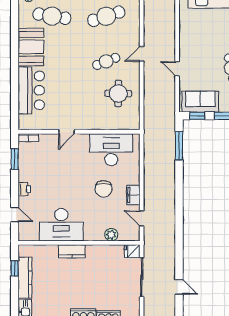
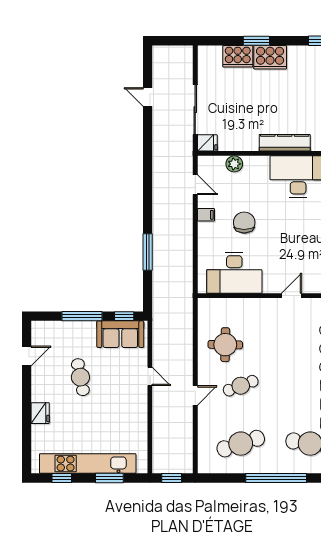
window: (179, 146) -> (148, 252), moved
filing cabinet: (133, 195) -> (206, 215), width x0.50
kitchen counter: (72, 251) -> (285, 143), width x1.50

